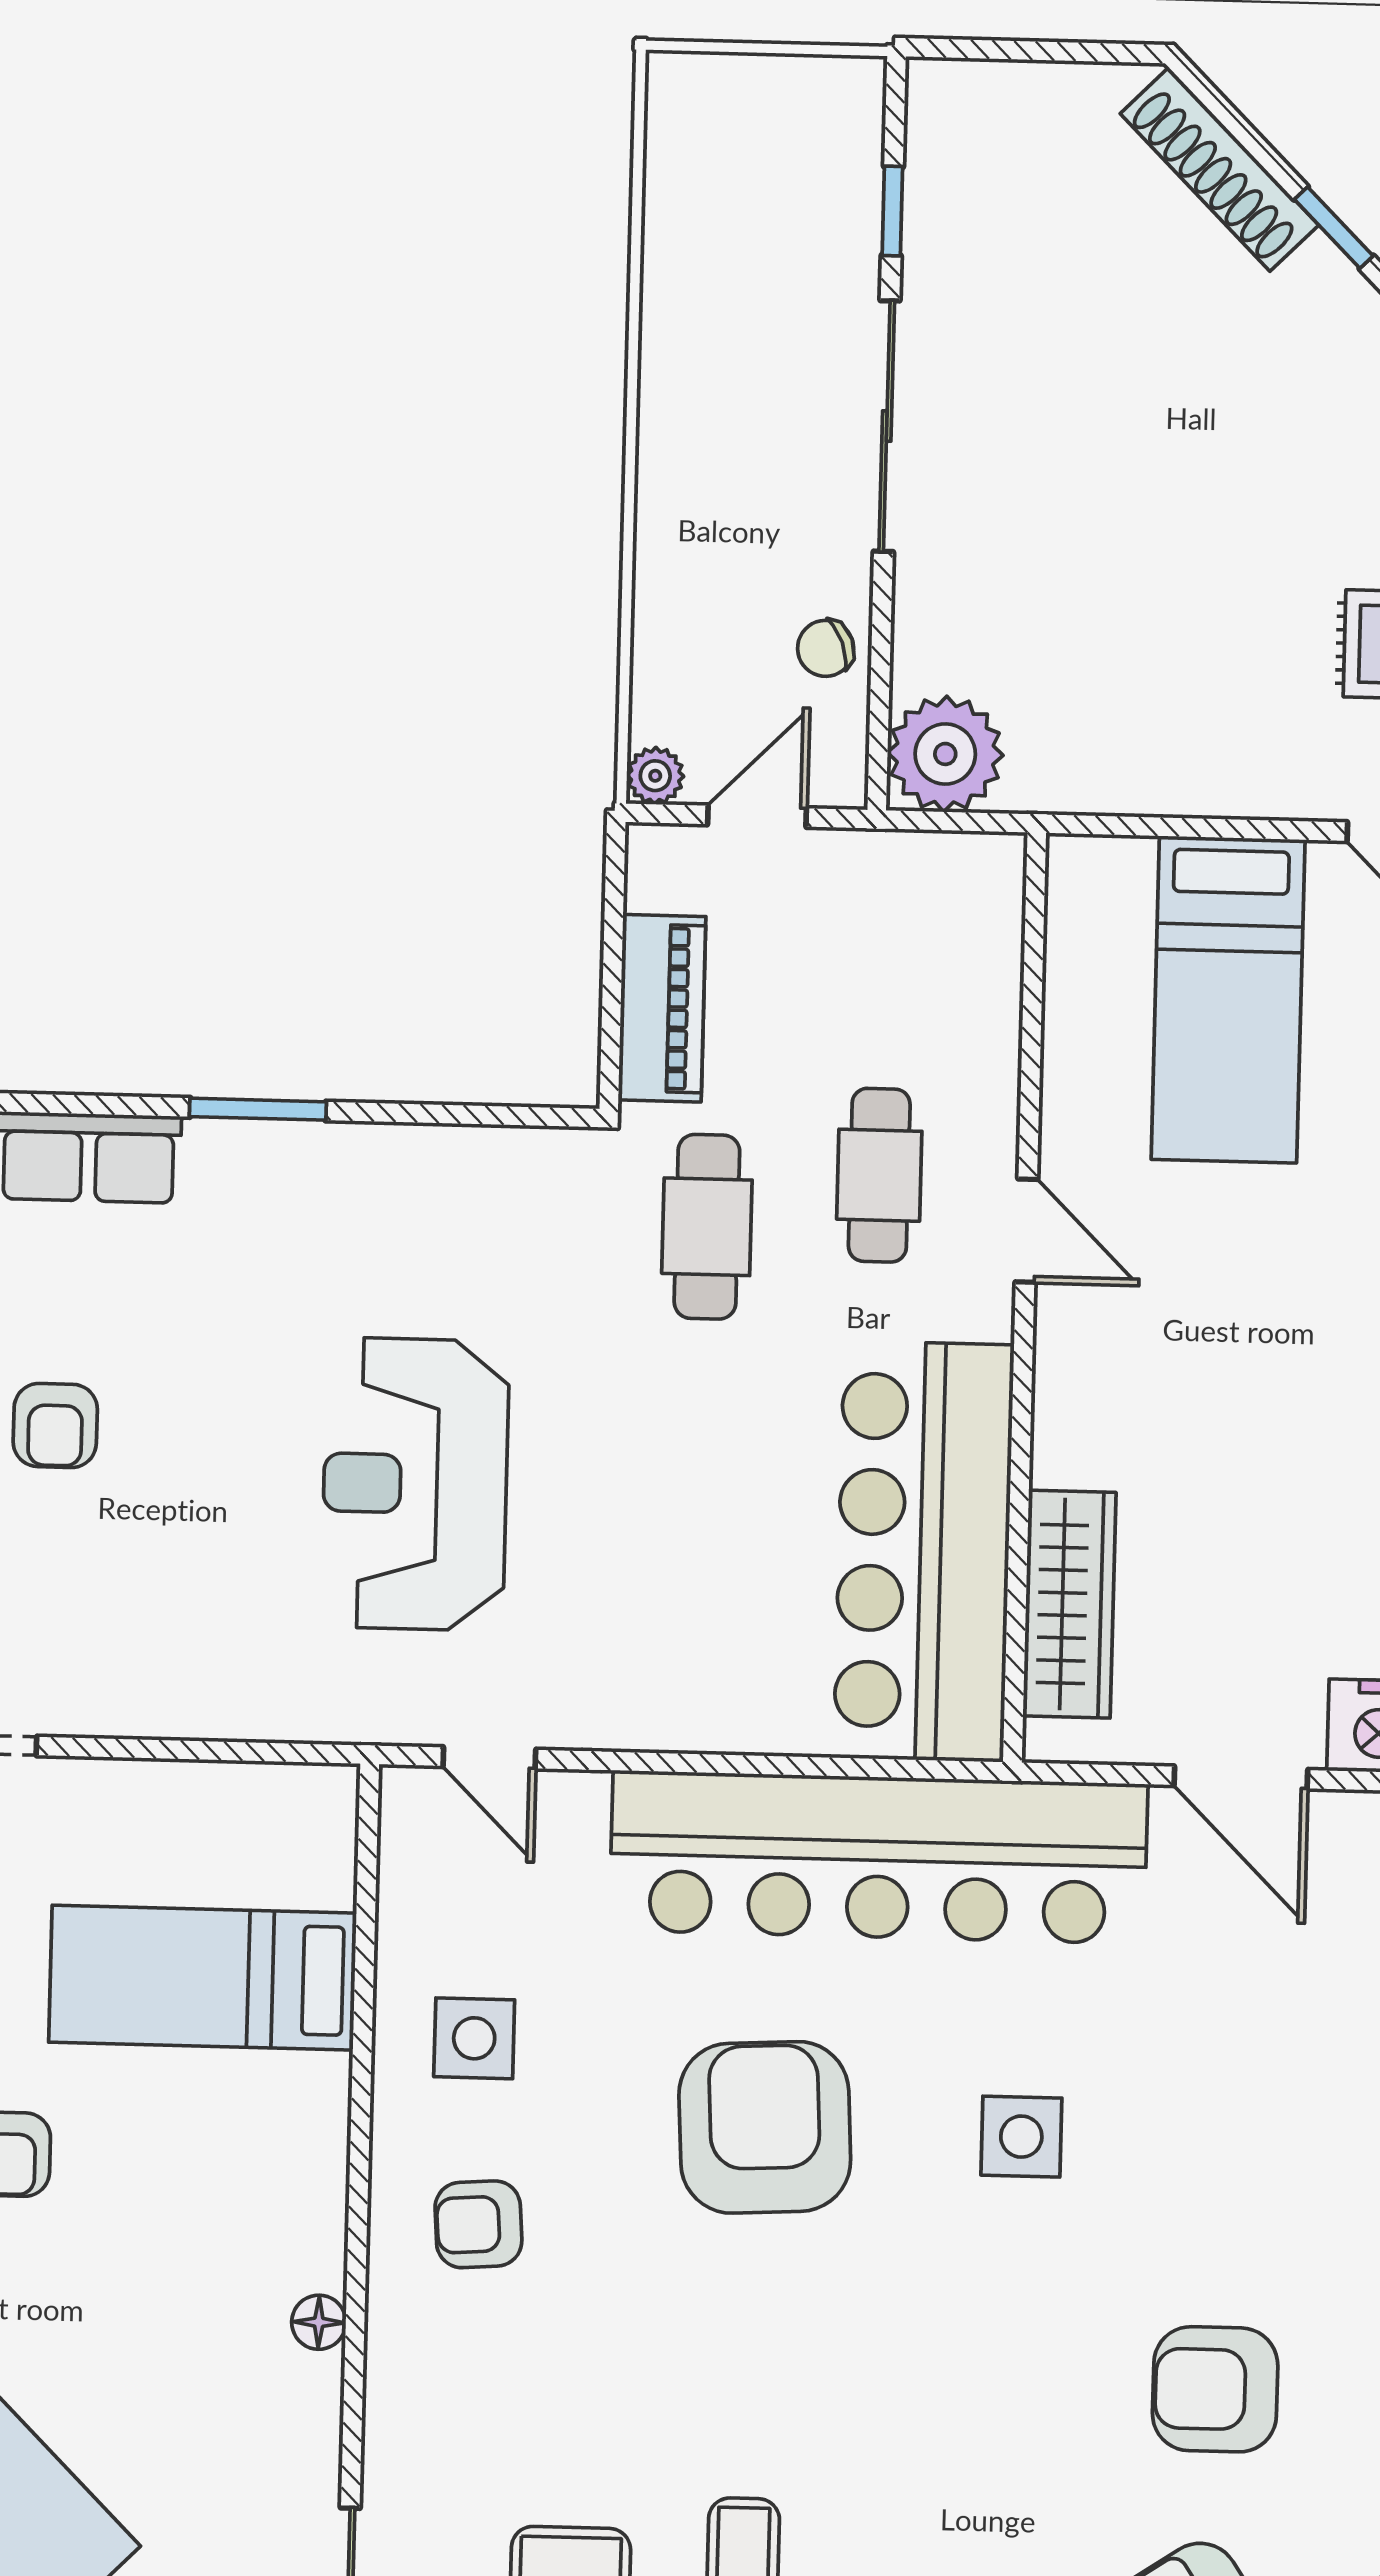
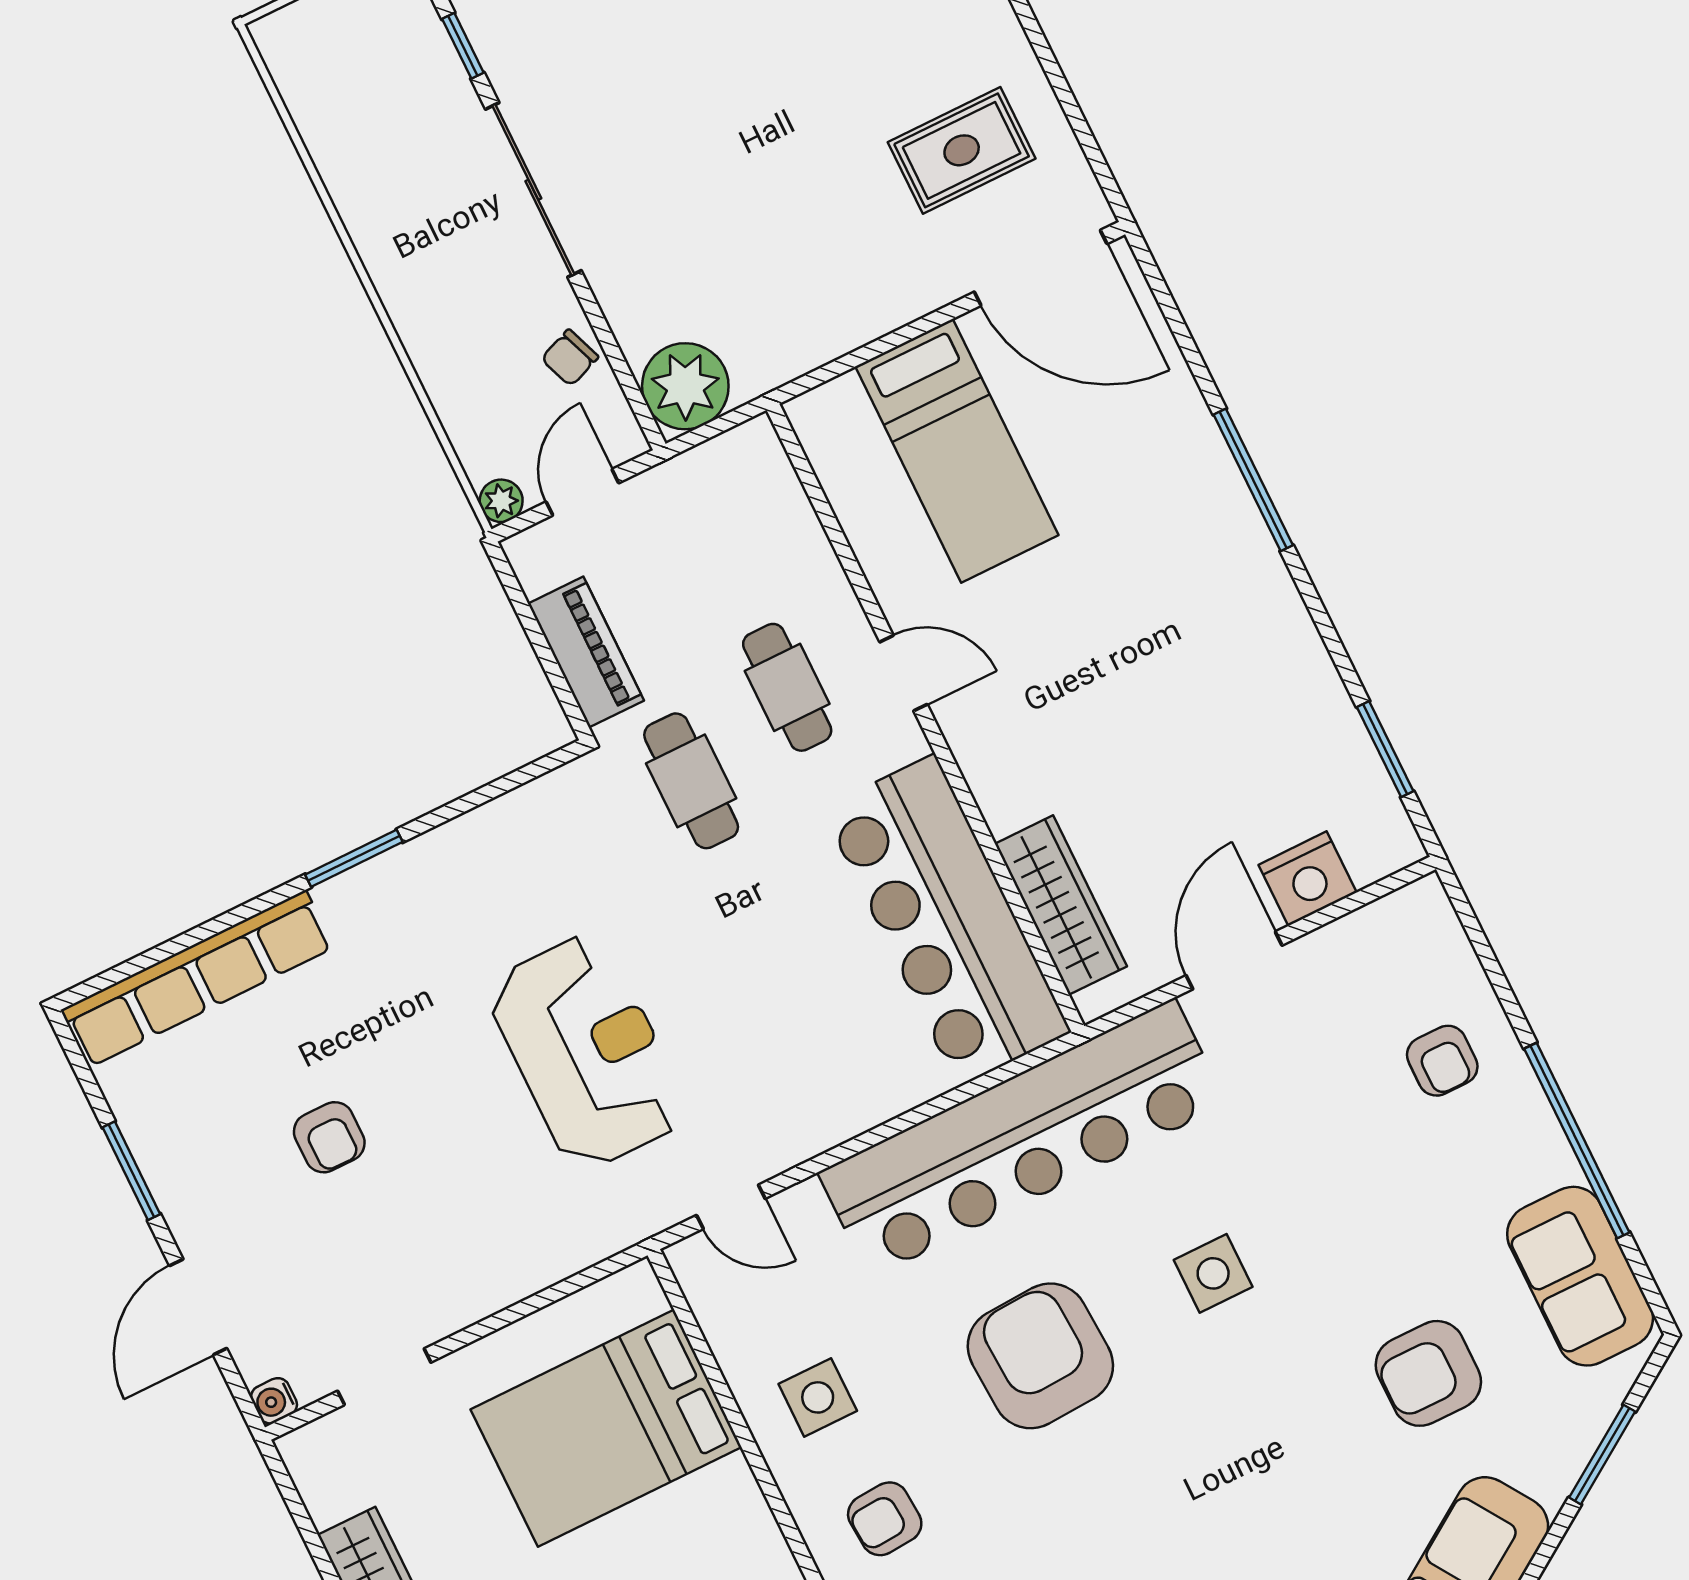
reception desk: (415, 1484) -> (587, 1052), turned 180
door: (1241, 1778) -> (1234, 960), swing flipped
bed: (203, 1978) -> (606, 1428), width x1.50

